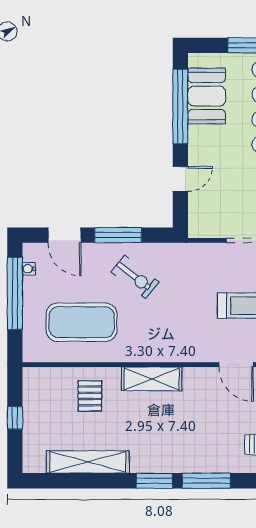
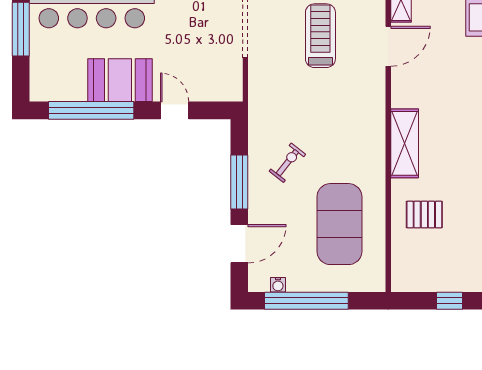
booth: (207, 96) -> (120, 80), moved
exercise bike: (135, 277) -> (287, 163), width x0.73, depth x0.72

